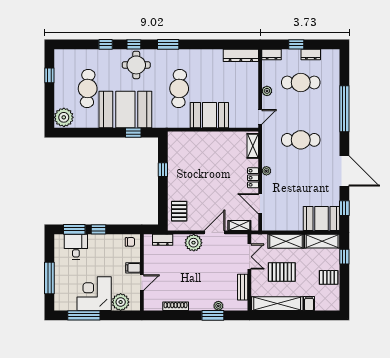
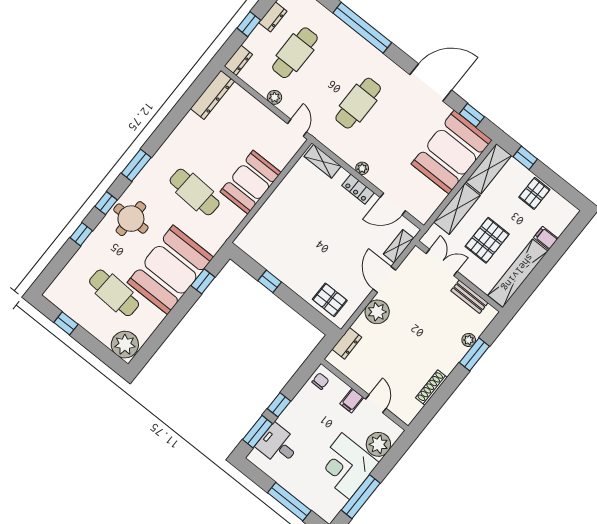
booth: (321, 218) -> (452, 152), width x1.36, depth x1.42

